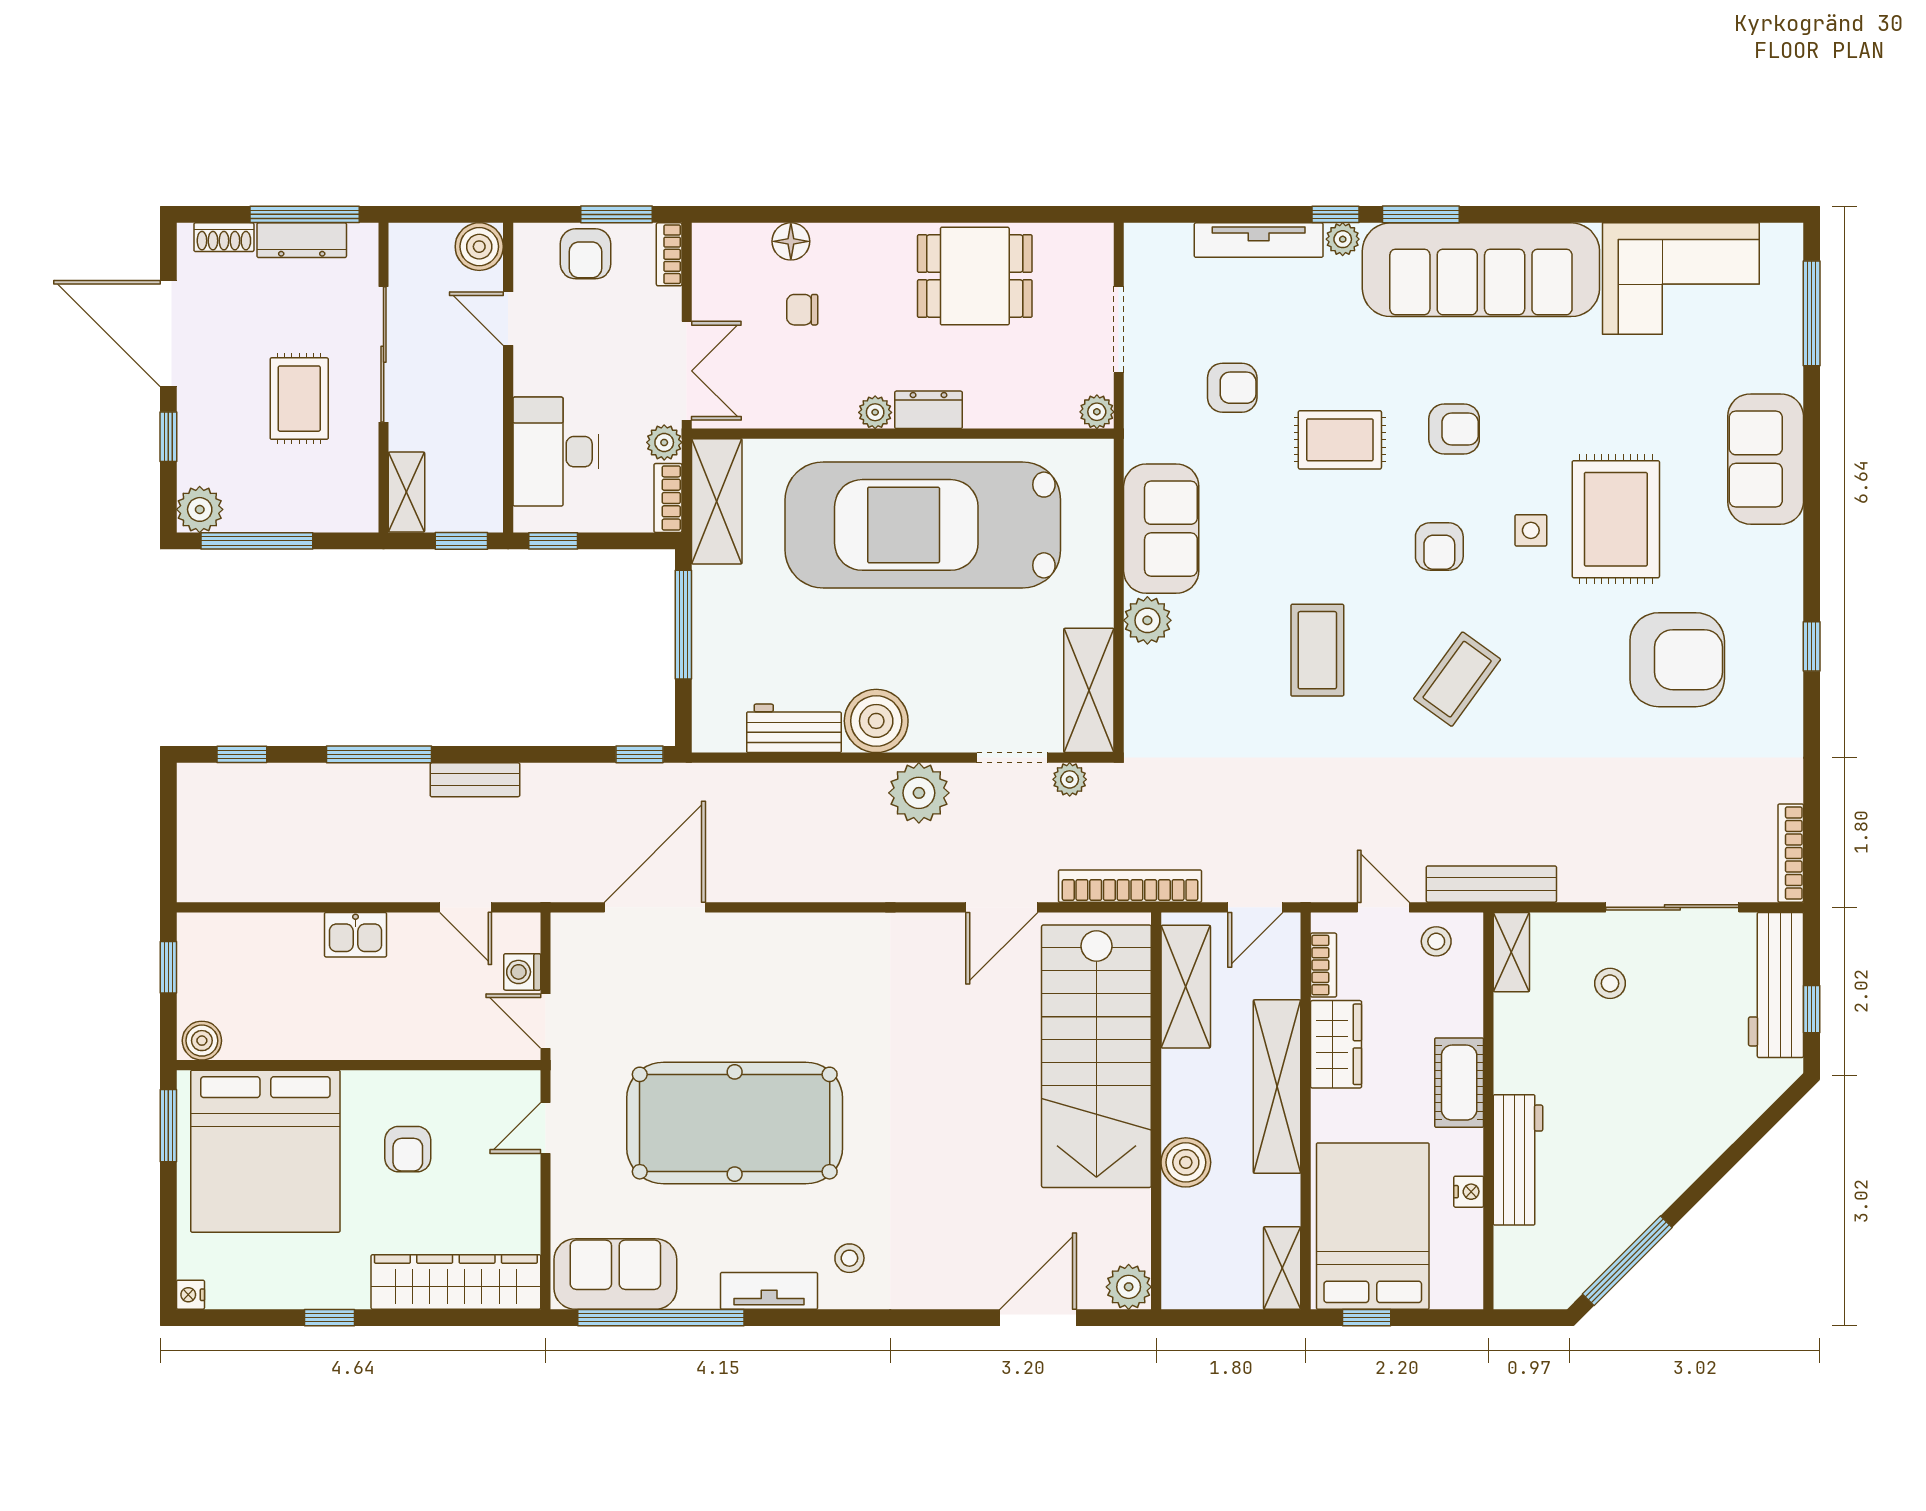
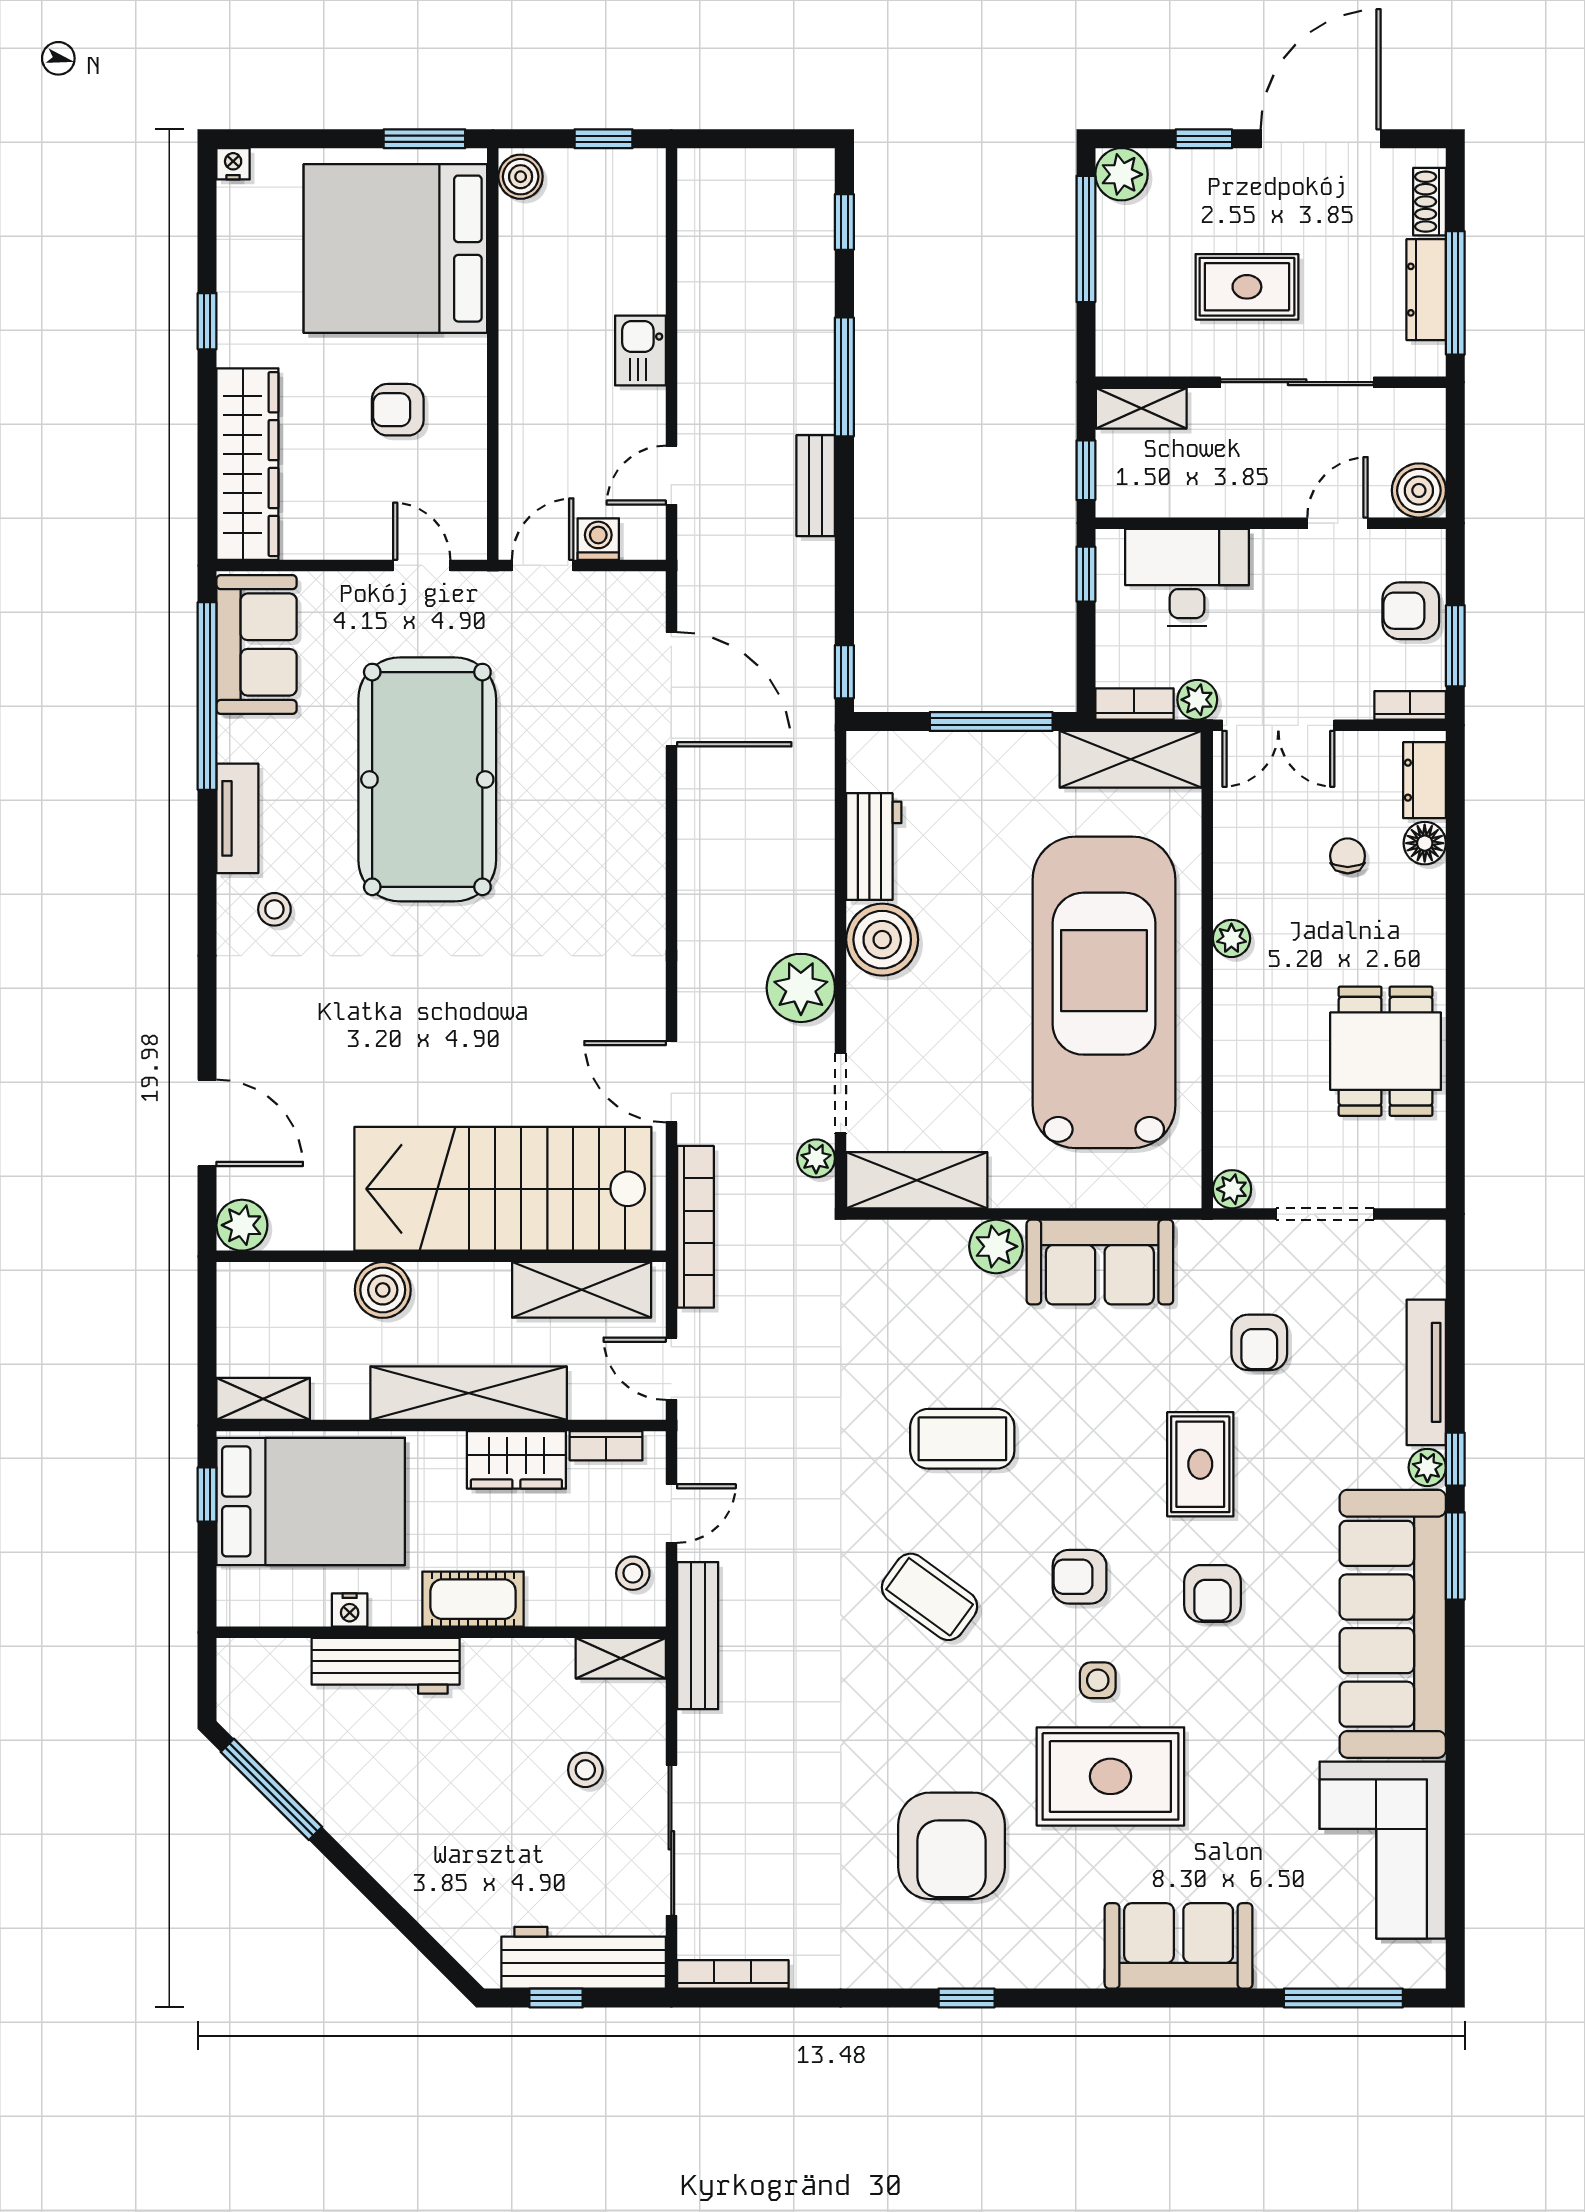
dresser: (929, 410) -> (1425, 780), moved, turned 180

